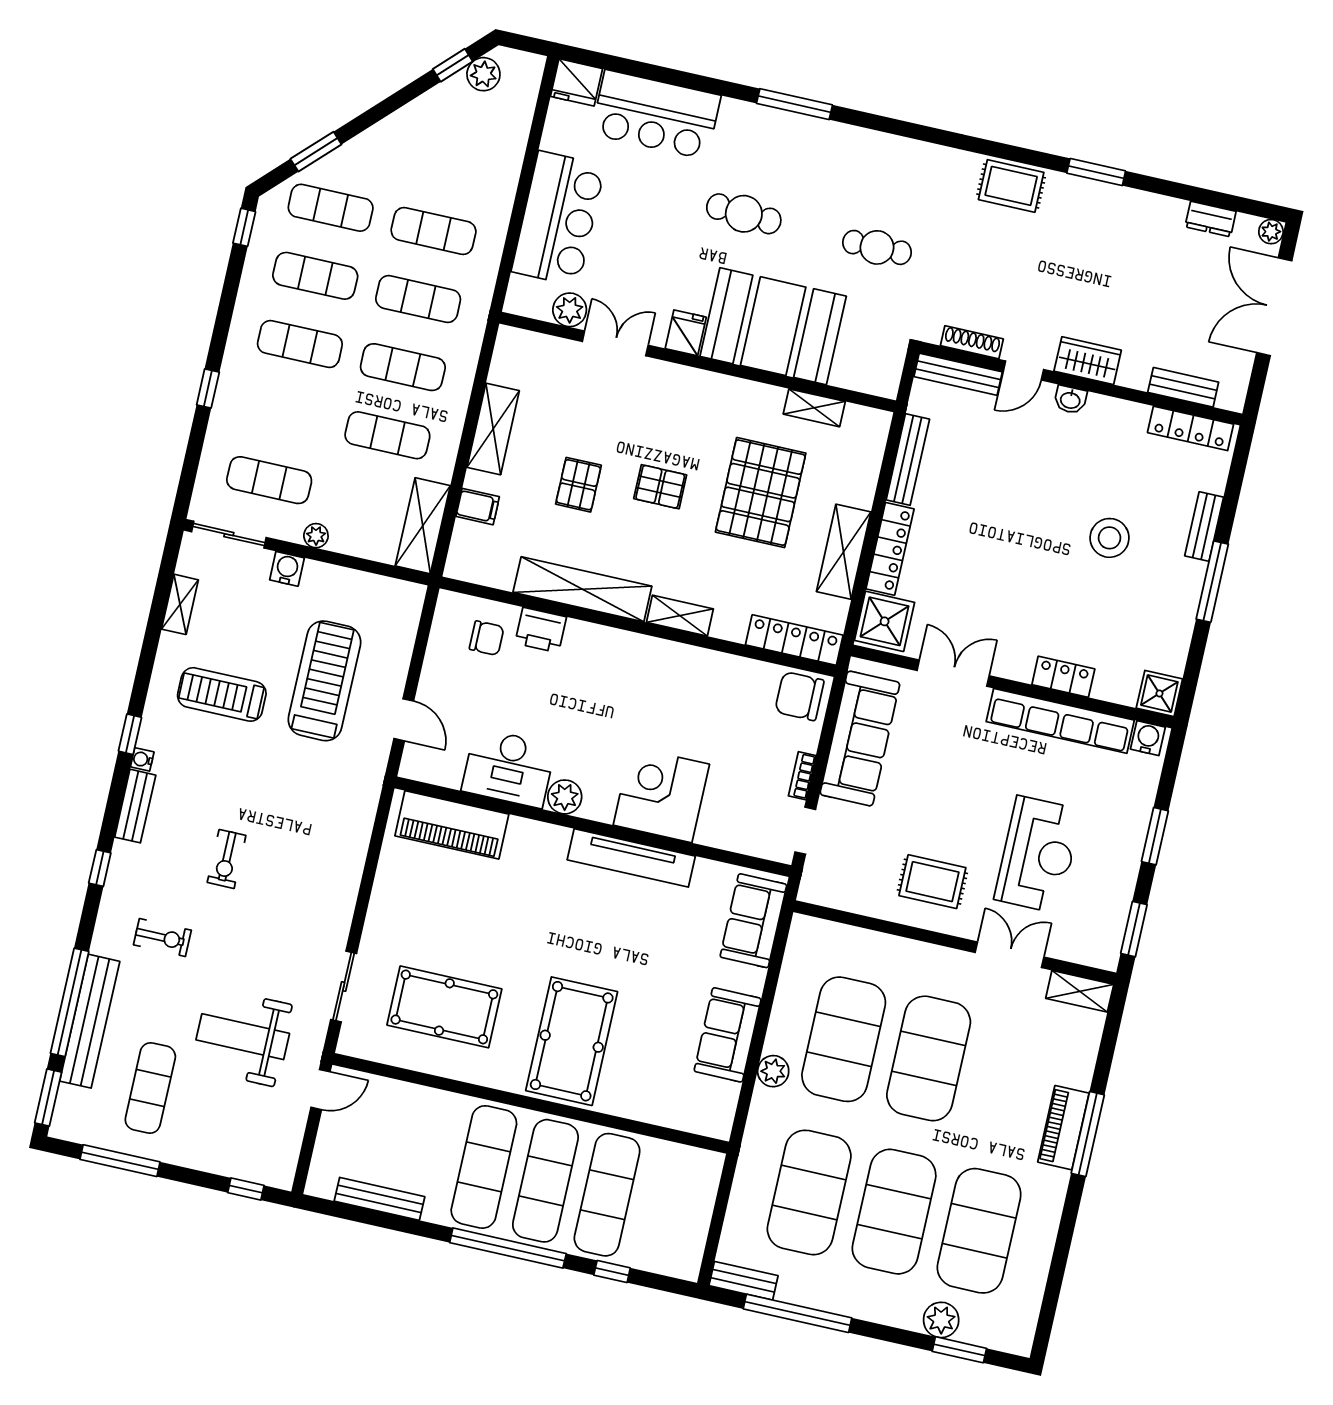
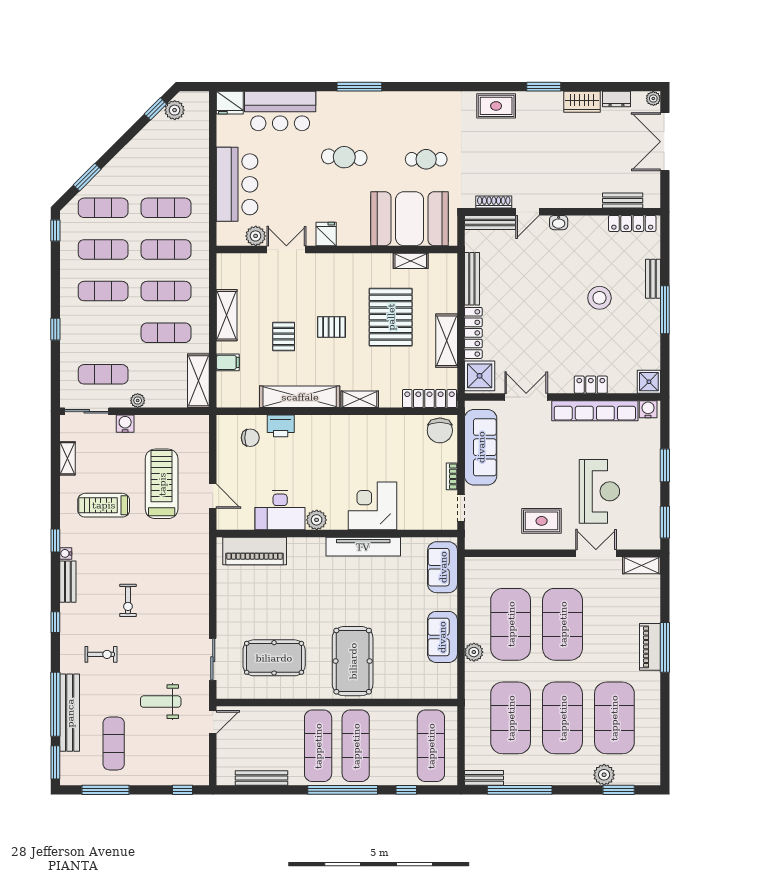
booth: (773, 326) -> (410, 219), moved
wardrobe: (1088, 361) -> (582, 102), moved, turned 180
chair: (799, 696) -> (440, 430), turned -90
weight bench: (243, 1037) -> (161, 702), width x0.73, depth x0.75
exercise mat: (607, 1195) -> (431, 746), moved

